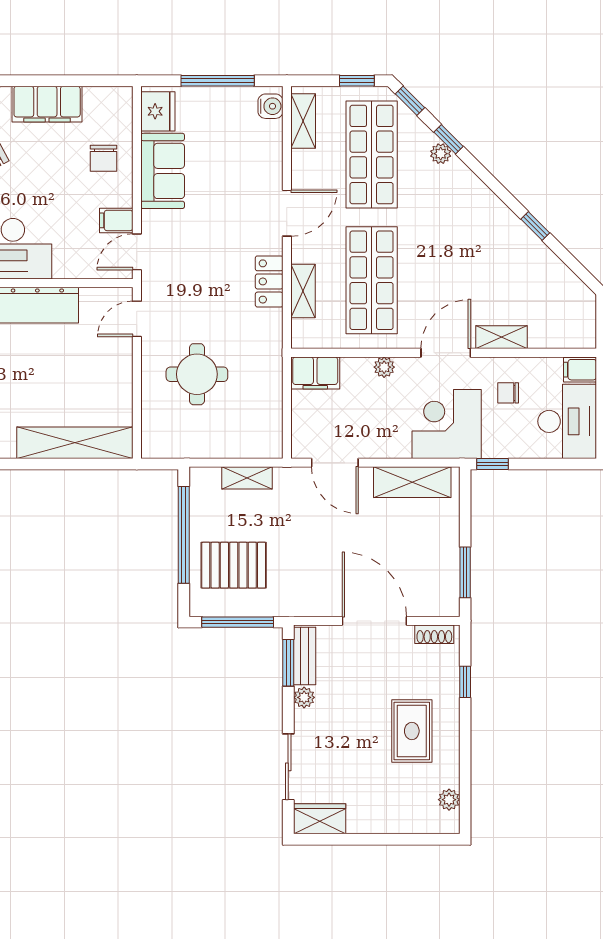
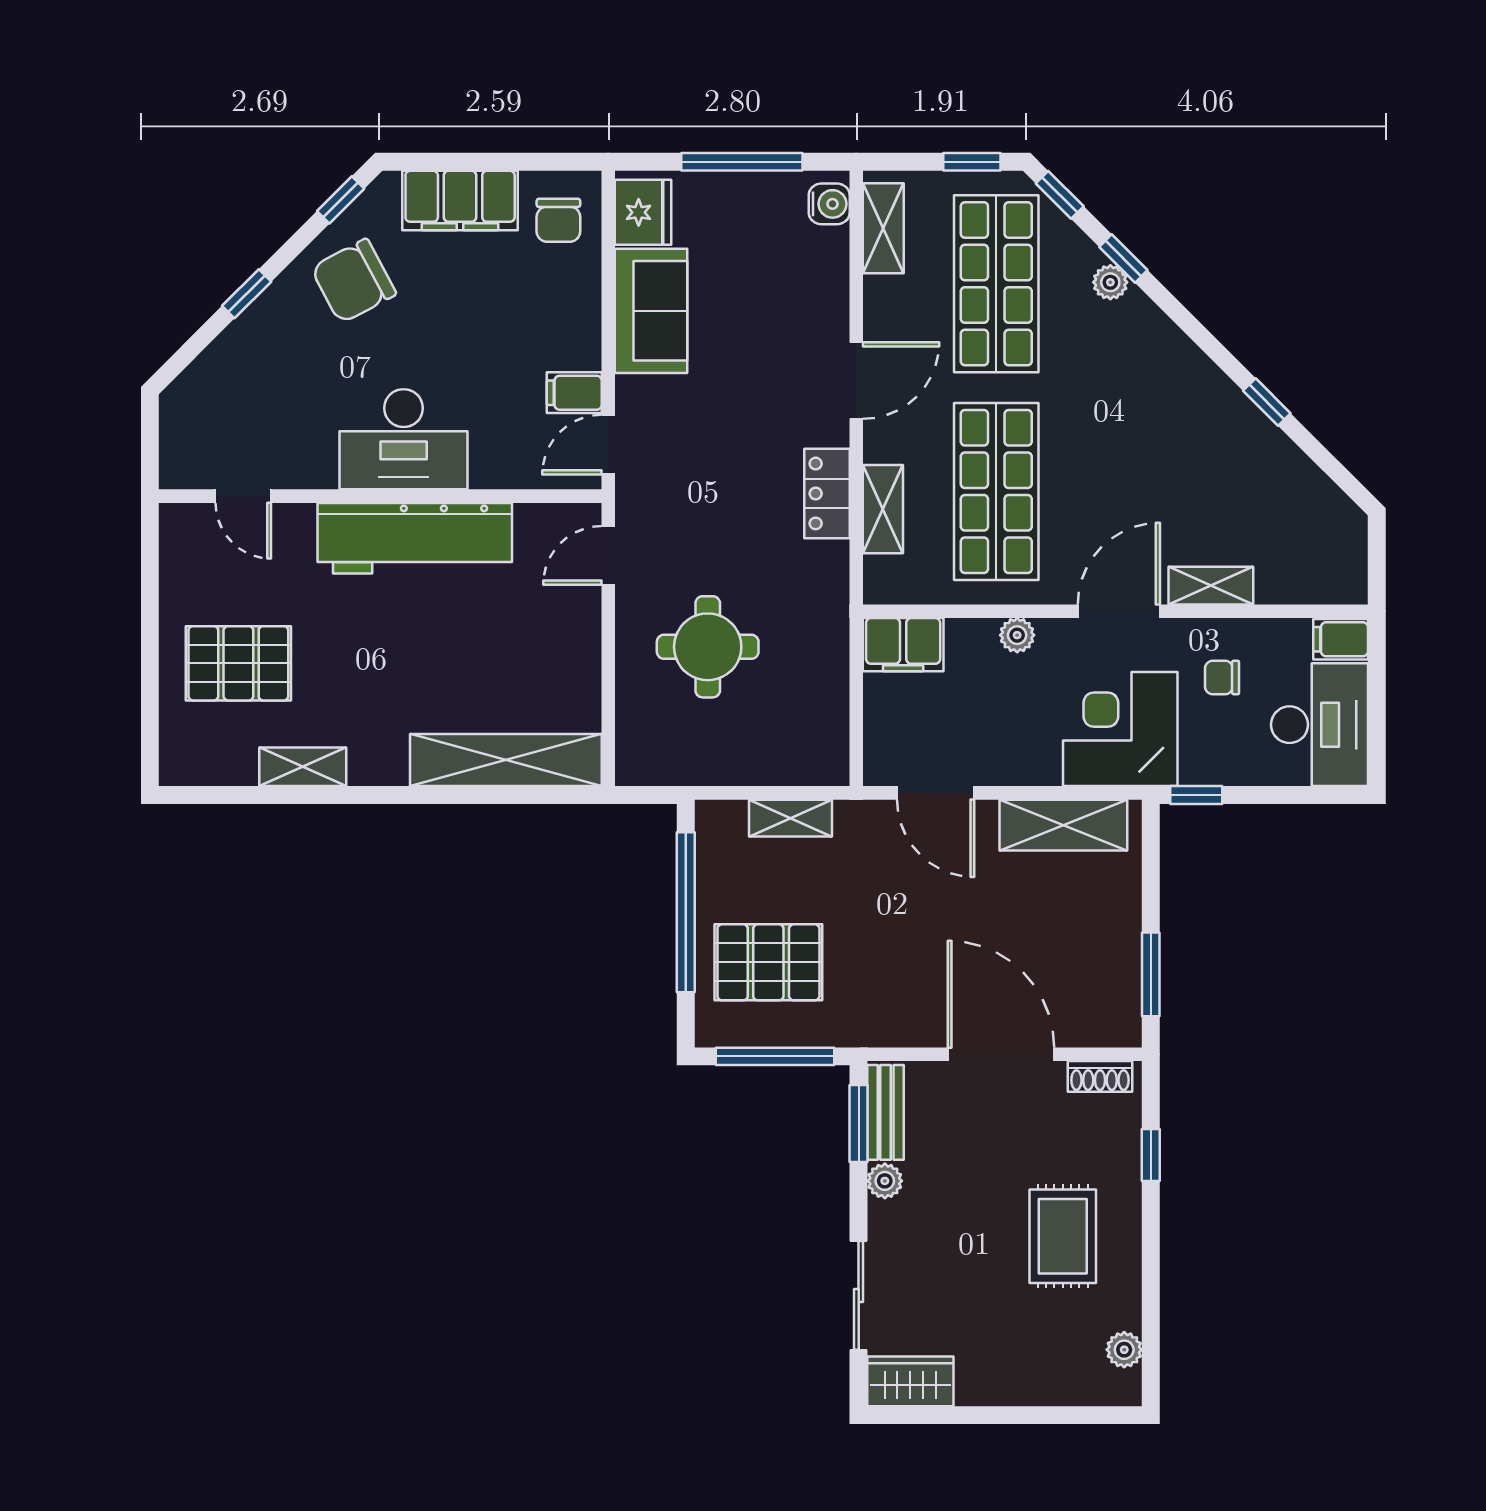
chair: (104, 158) -> (558, 220), moved

